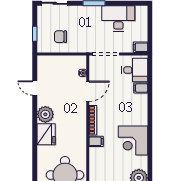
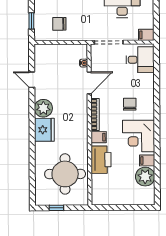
filing cabinet: (141, 88) -> (147, 160), moved
chair: (125, 111) -> (130, 104), added
printer: (98, 162) -> (101, 160), added

